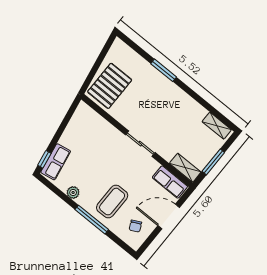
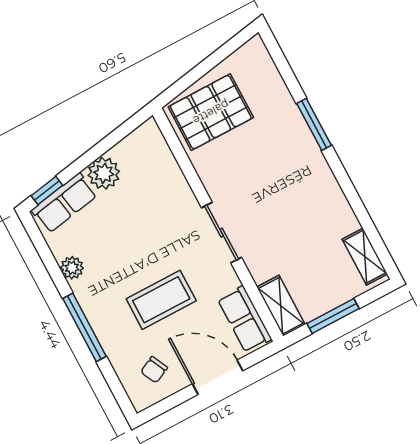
plant: (69, 139) -> (104, 173), added
coffee table: (112, 202) -> (161, 300), moved

